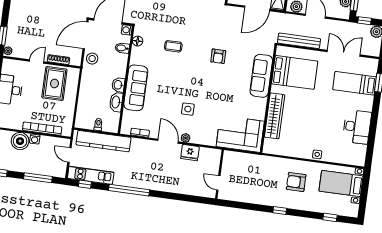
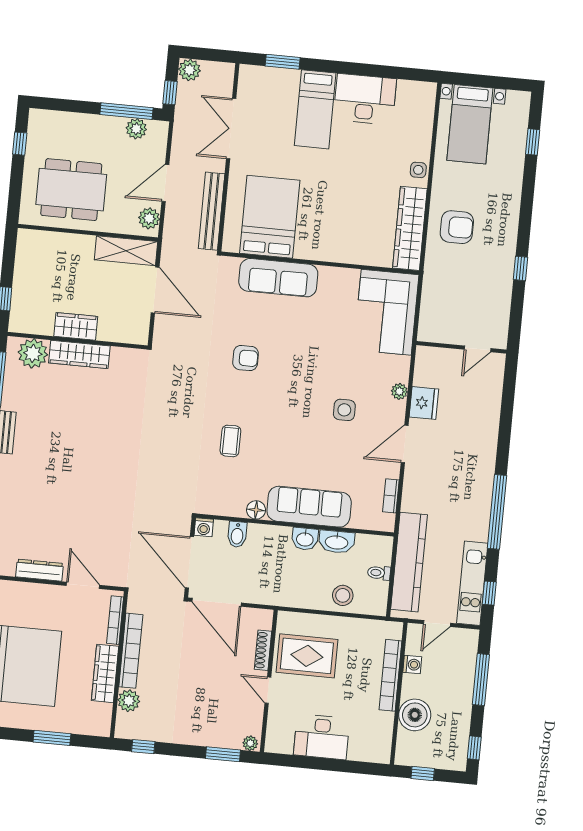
floor lamp: (138, 41) -> (256, 510), moved
stool: (92, 59) -> (343, 595), moved
bed: (355, 83) -> (315, 109), moved
wardrobe: (275, 116) -> (410, 228), moved, turned -90
plant: (186, 138) -> (399, 391), moved
washing machine: (35, 139) -> (412, 665), moved
armchair: (296, 182) -> (457, 227), moved, turned -90
window: (280, 211) -> (520, 268), moved

